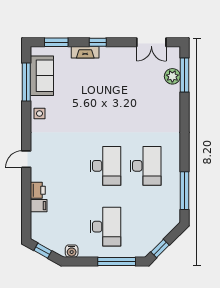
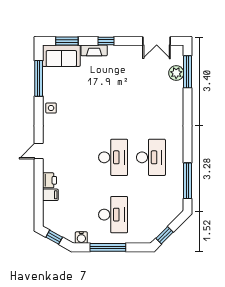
sofa: (42, 76) -> (61, 56), moved, turned 90
window: (117, 261) -> (108, 247), moved

